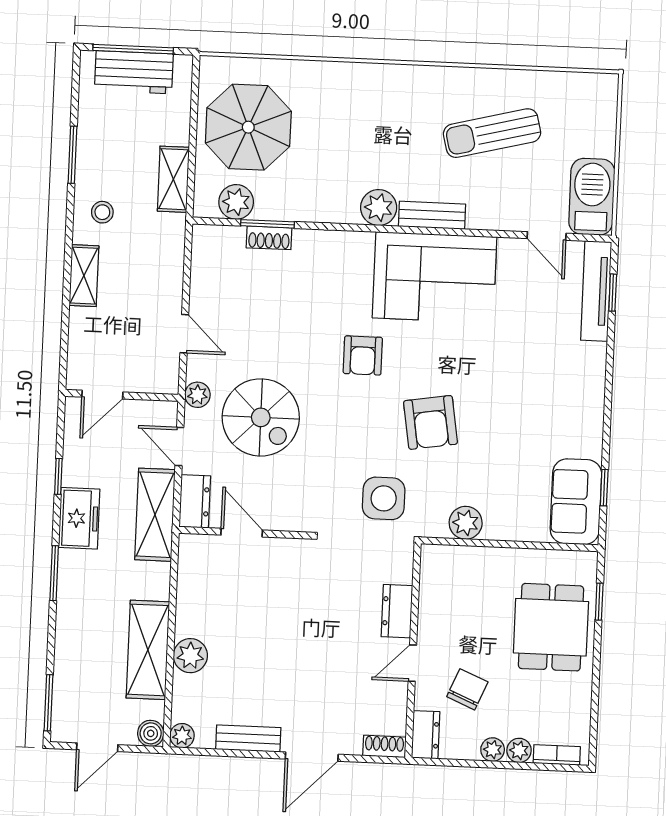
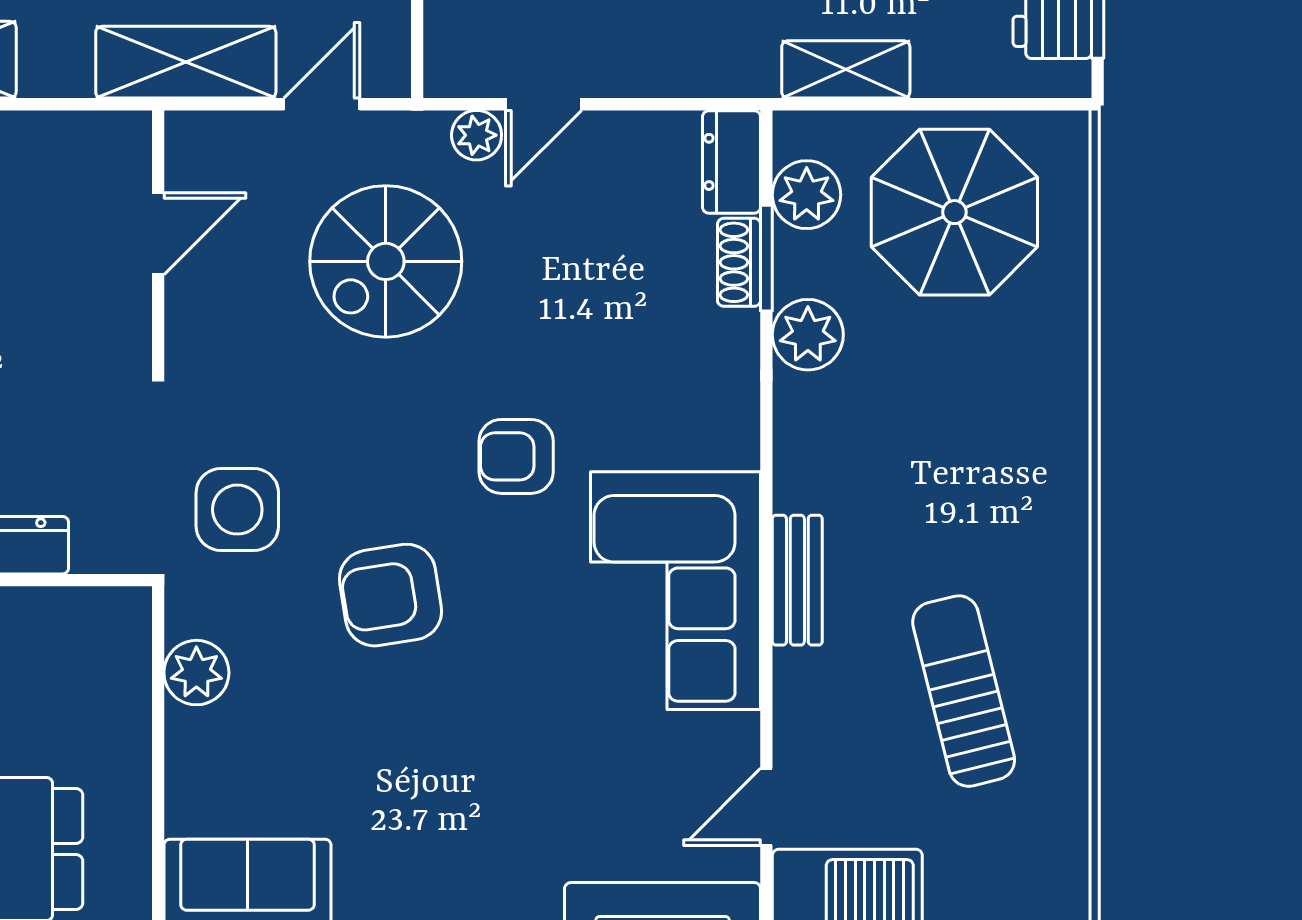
plant: (379, 208) -> (808, 335), moved
plant: (197, 395) -> (477, 135), moved
dresser: (195, 501) -> (732, 162), moved, turned 90

